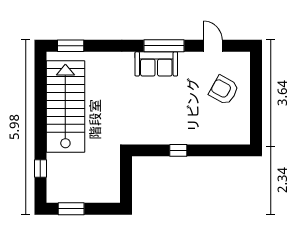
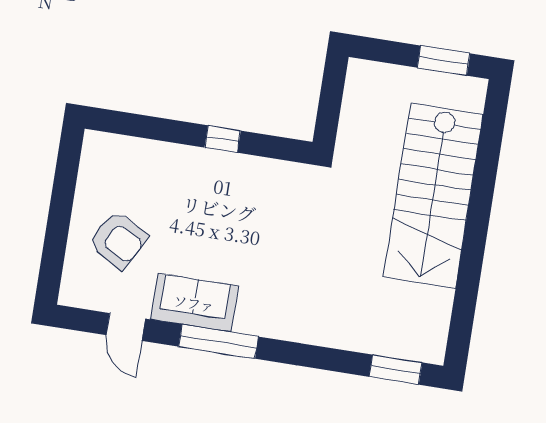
sofa: (156, 64) -> (194, 303), moved
stairs: (65, 106) -> (433, 196), moved
window: (40, 168) -> (490, 146), removed

